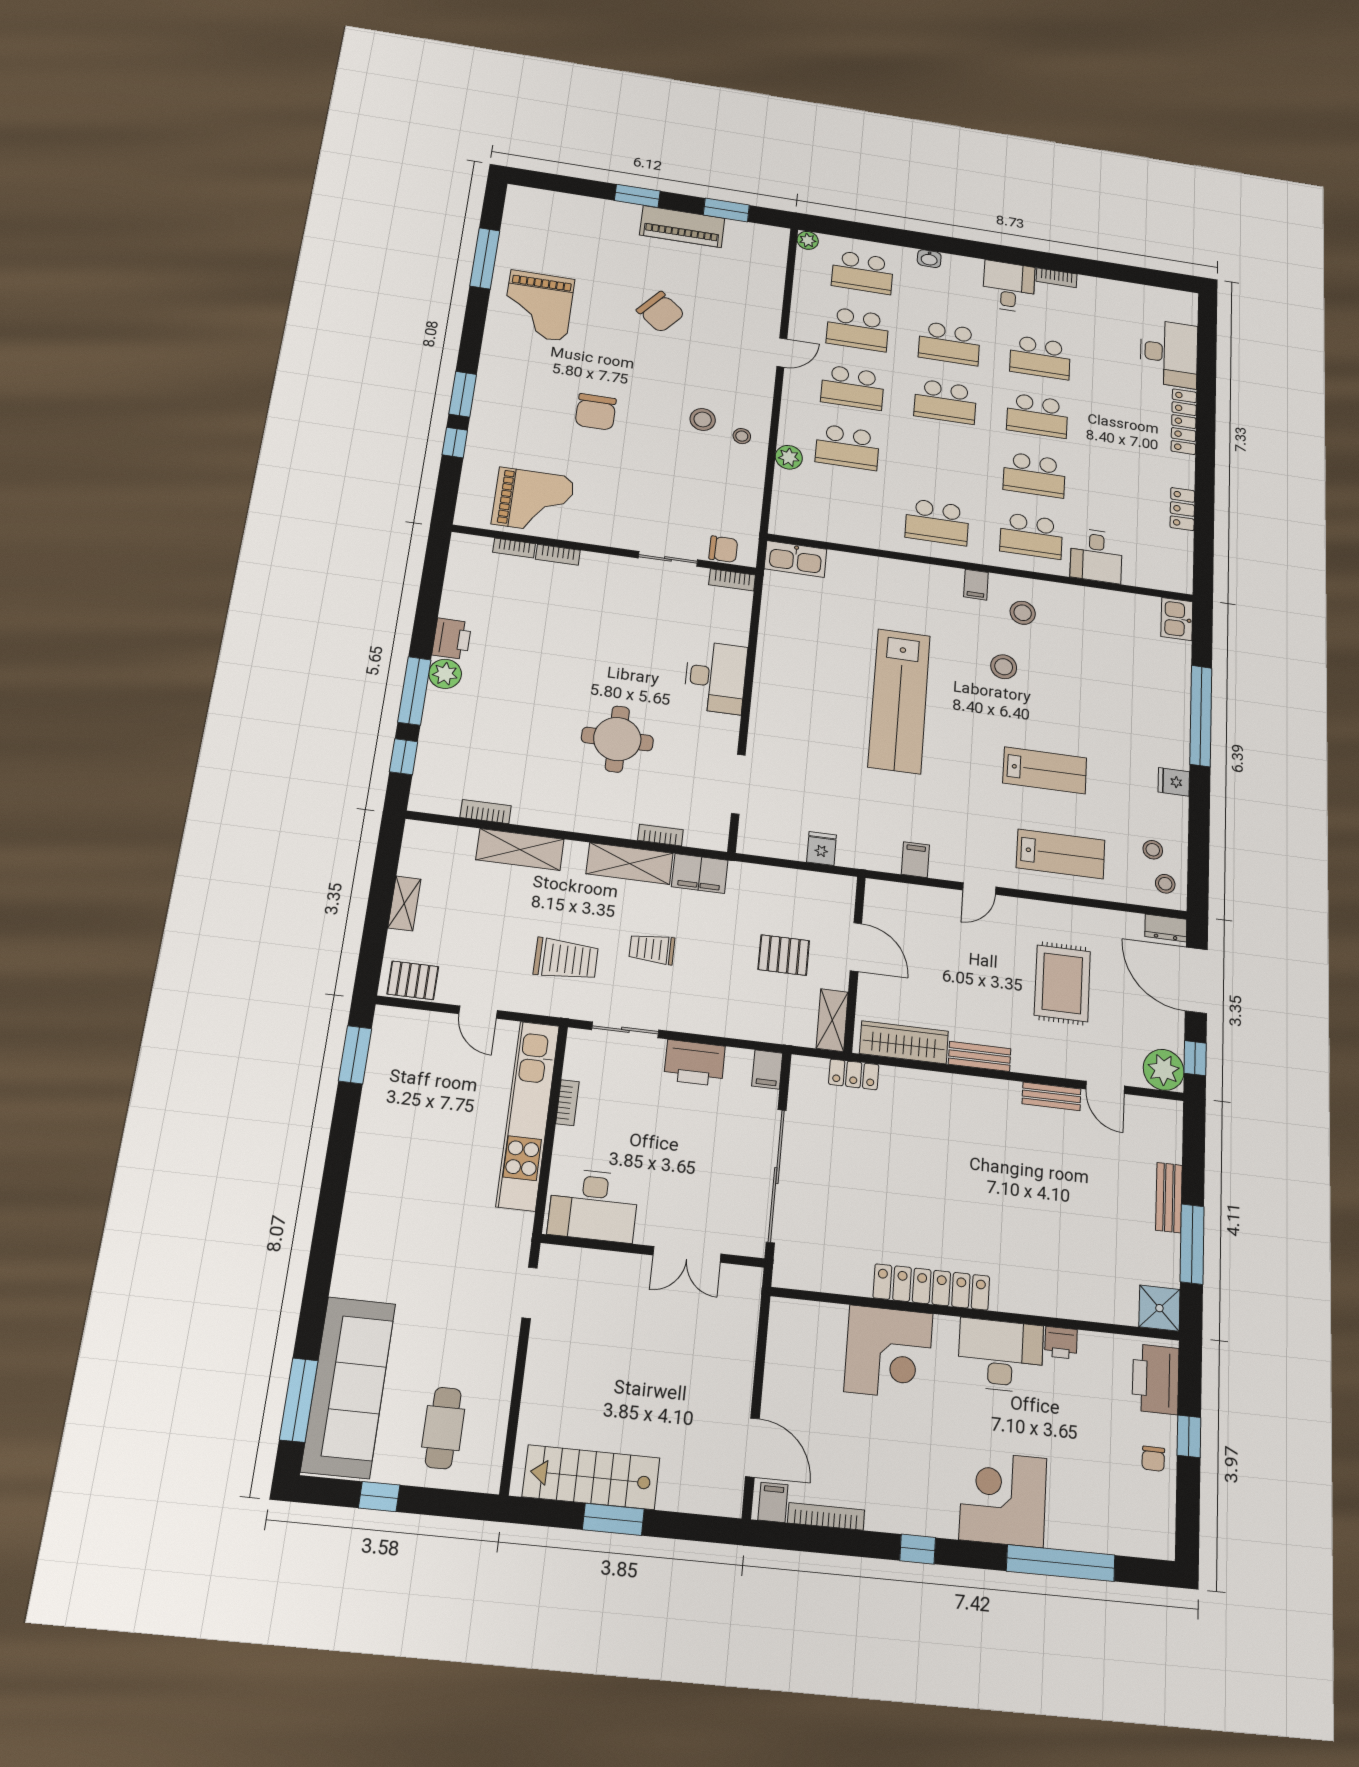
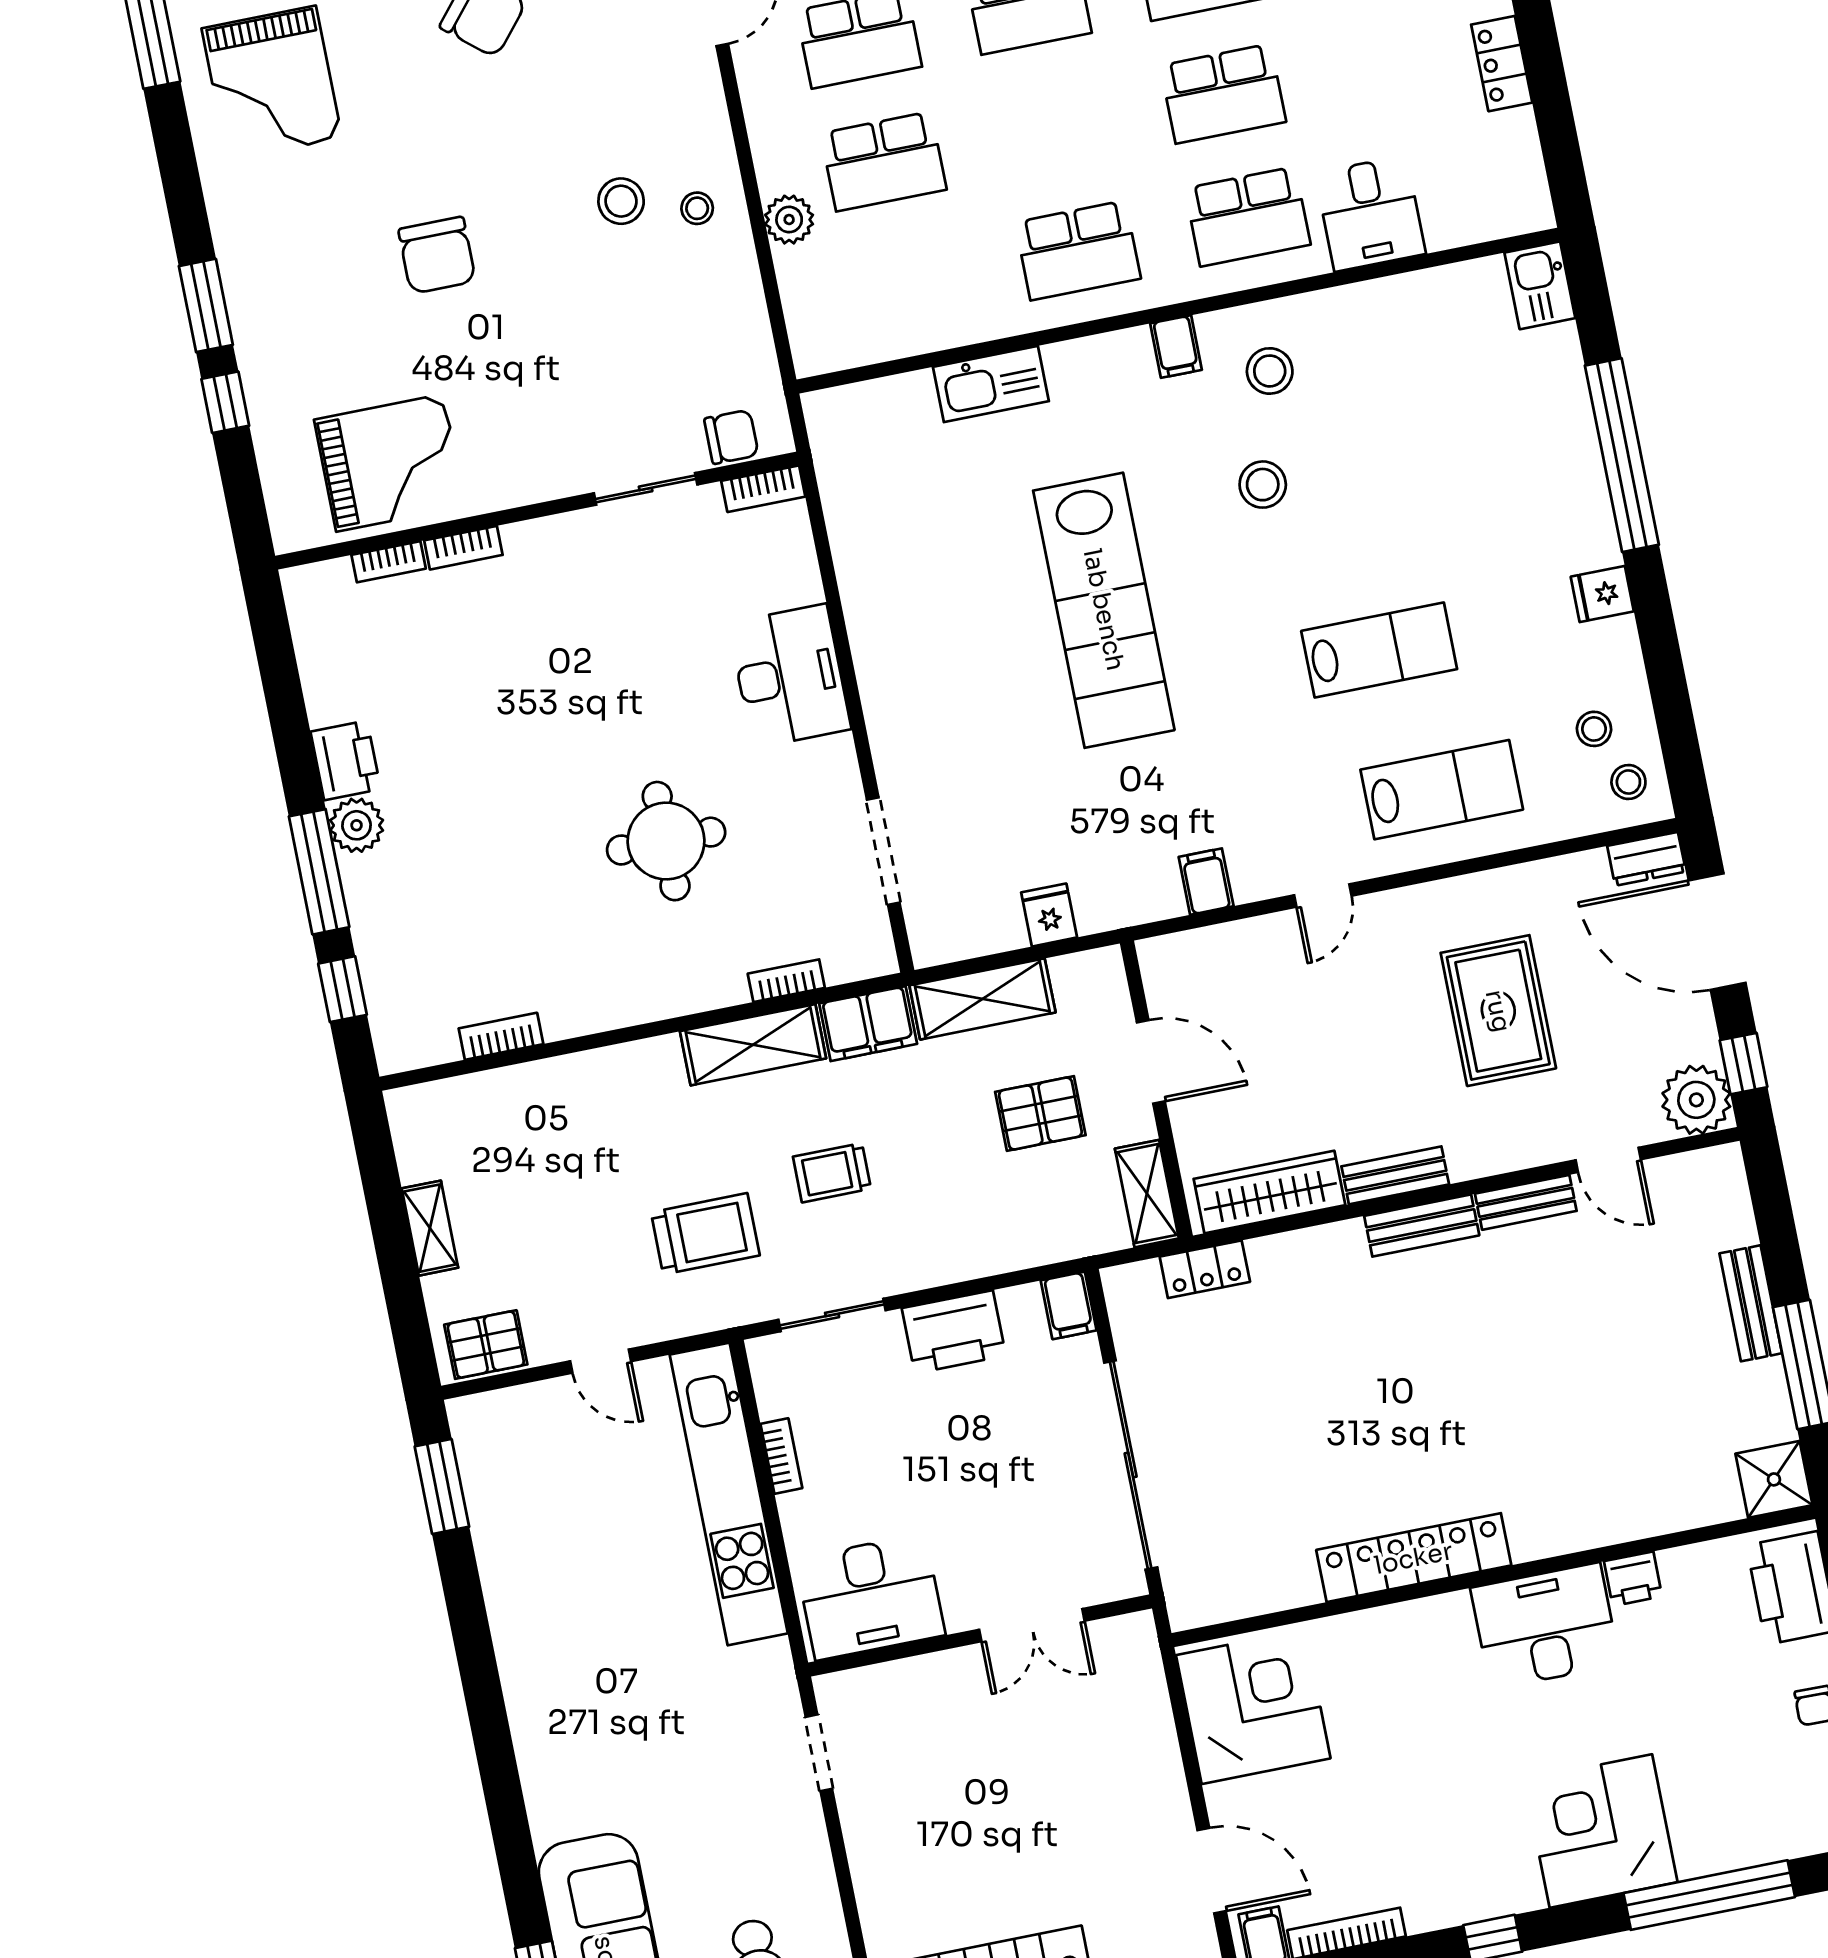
kitchen sink: (795, 559) -> (991, 384), moved
shelving: (520, 849) -> (982, 999), moved
bench: (988, 1090) -> (1422, 1226), added
corner desk: (889, 1352) -> (1253, 1707), moved, turned -90

